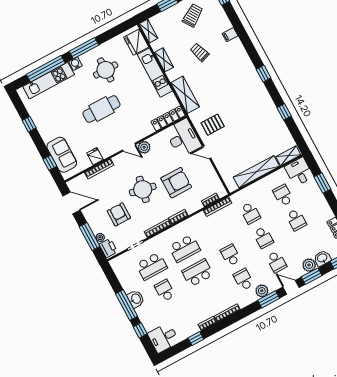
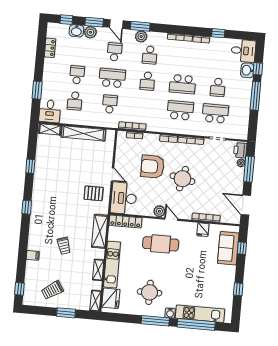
trolley: (200, 52) -> (64, 246), moved
cafe table: (101, 109) -> (161, 244), moved
armchair: (119, 214) -> (214, 171), removed
school desk: (263, 237) -> (112, 78), width x1.85
washbasin: (136, 299) -> (247, 70), moved

